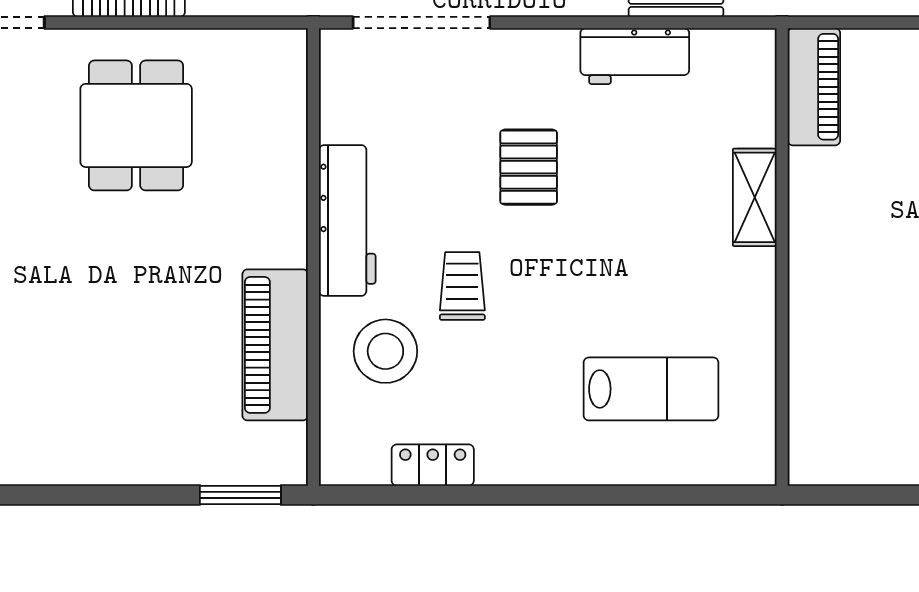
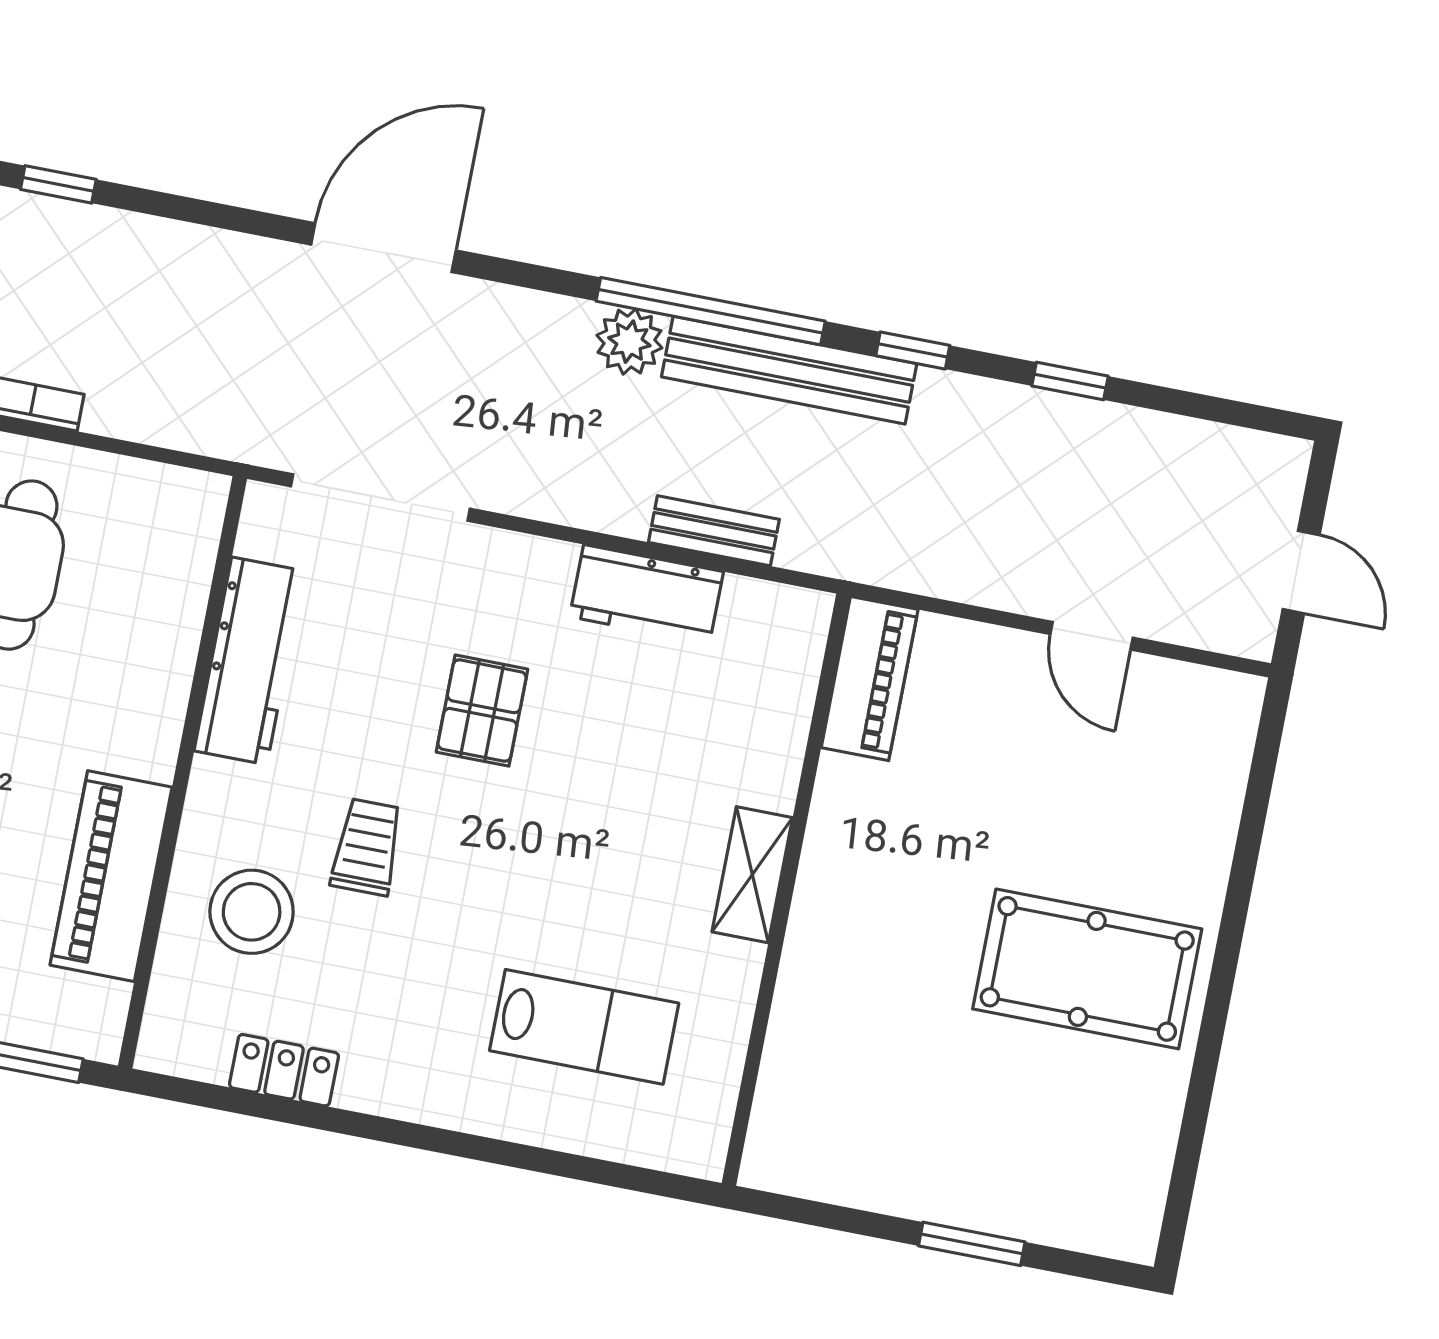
shelving: (755, 197) -> (752, 875), moved
workbench: (347, 220) -> (249, 661), moved

